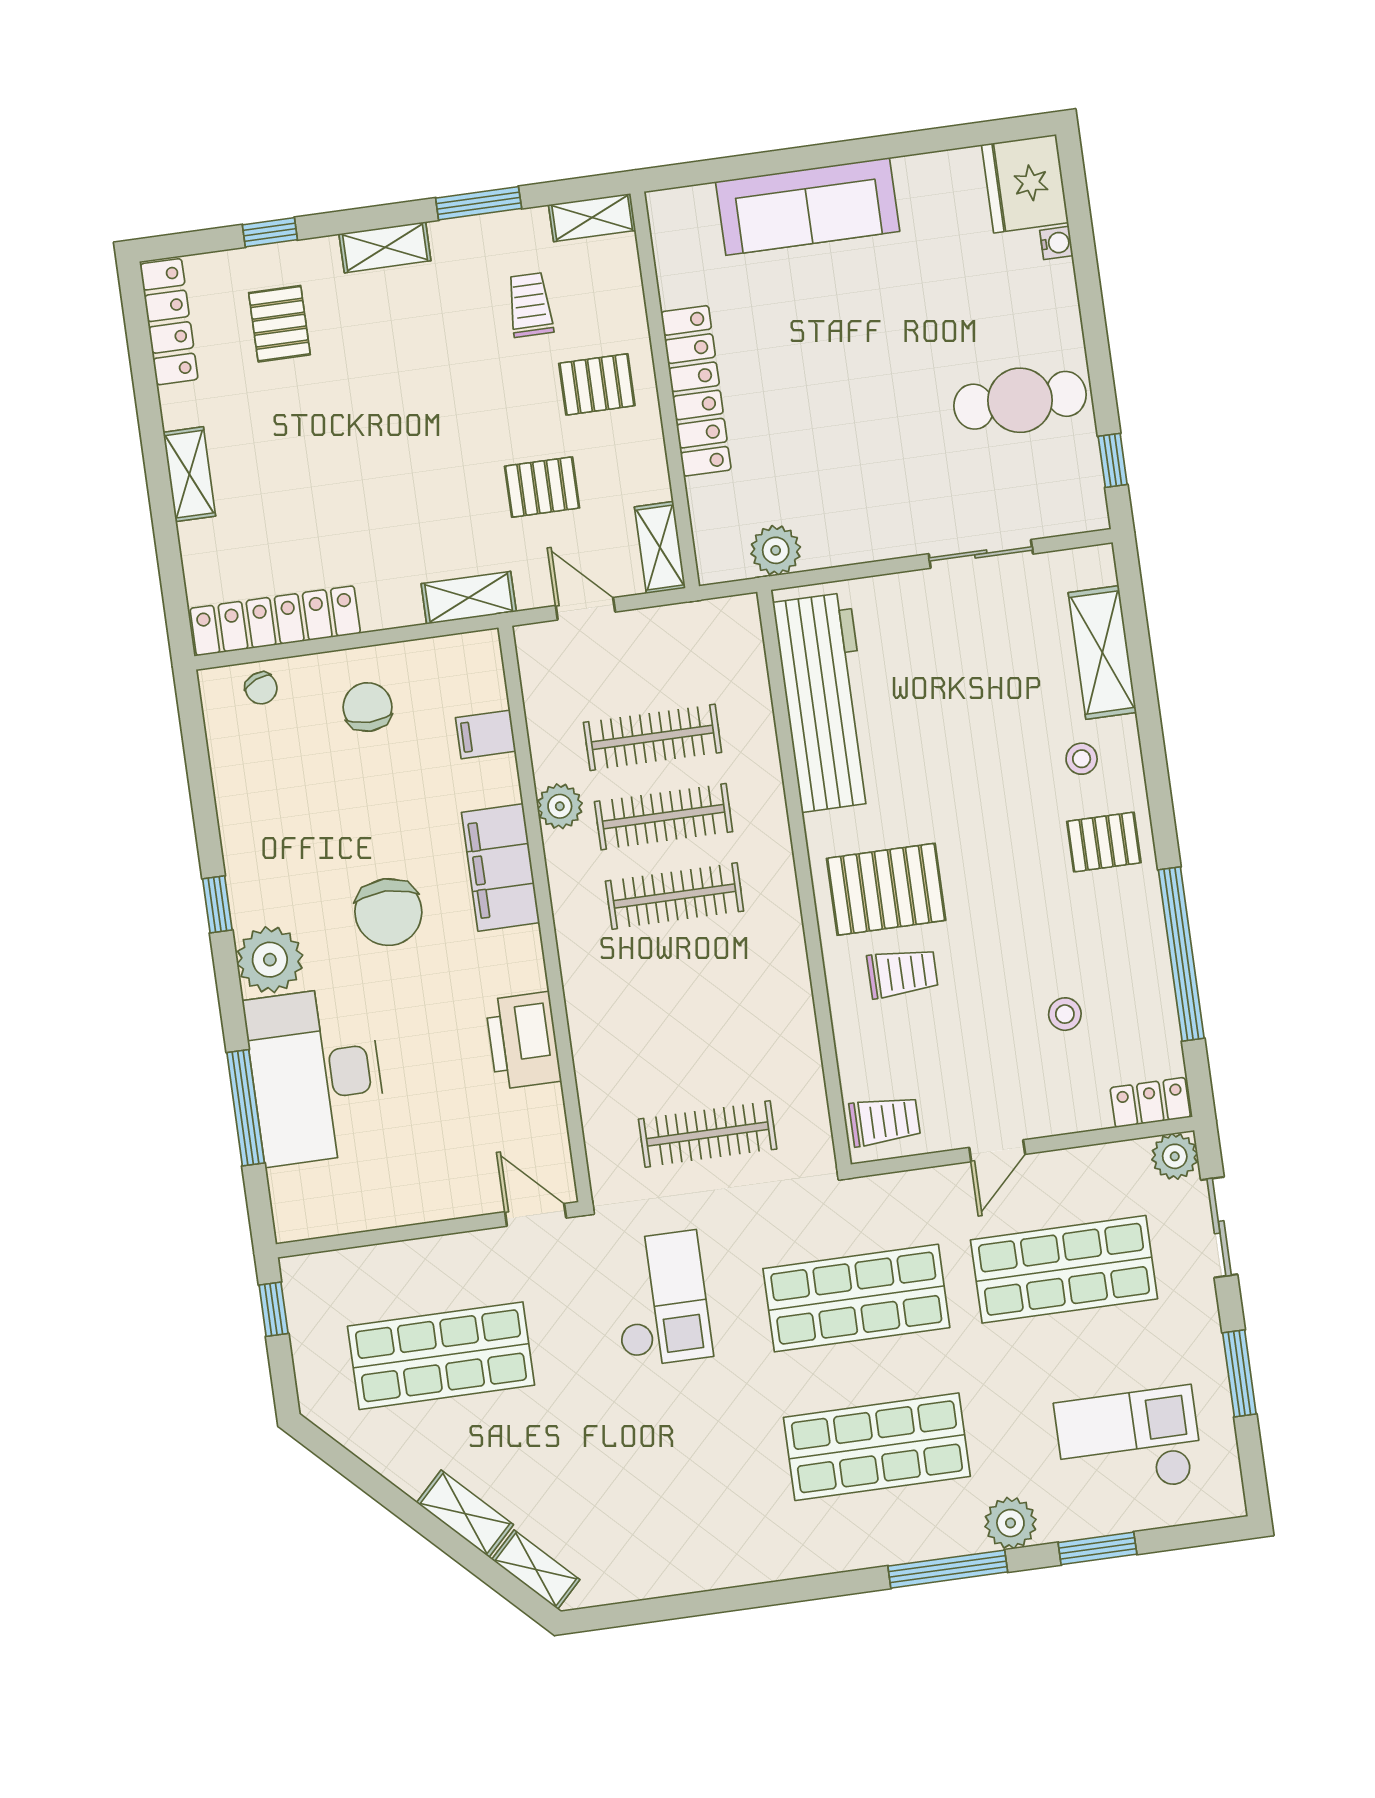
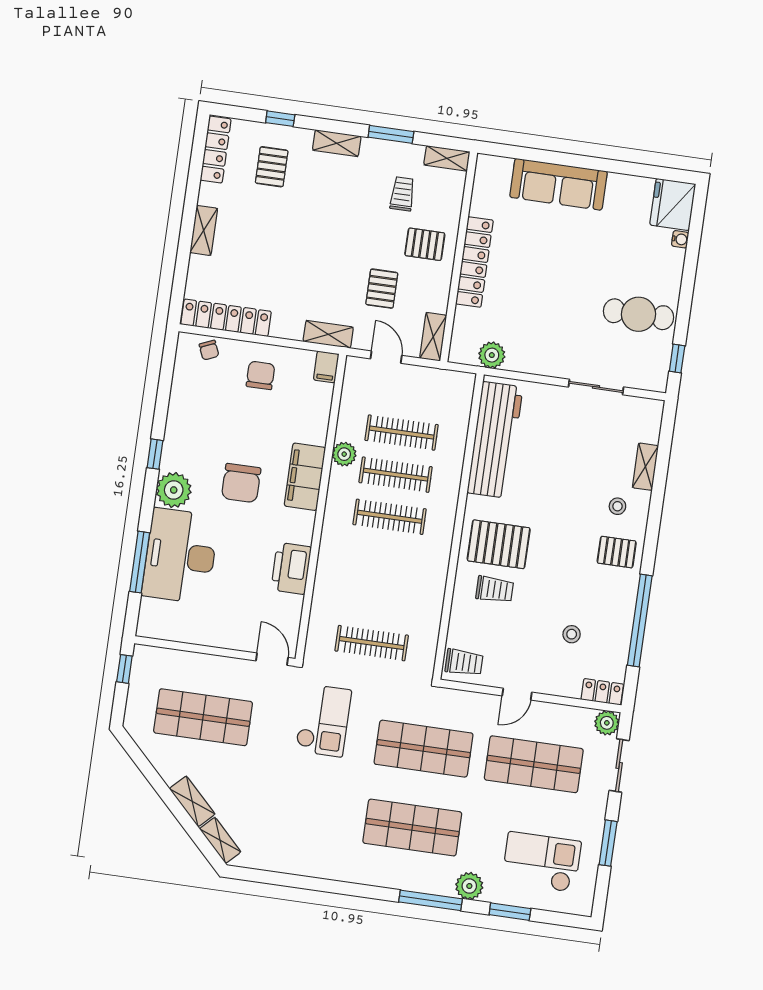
pallet: (542, 487) -> (382, 289), turned 90
shelving: (1102, 652) -> (645, 467), width x0.67, depth x0.75
filing cabinet: (486, 734) -> (326, 367), moved, turned -90

